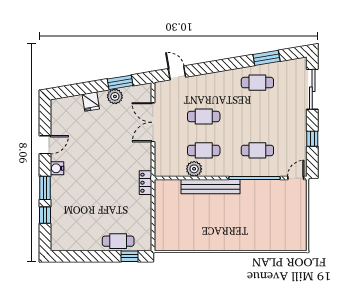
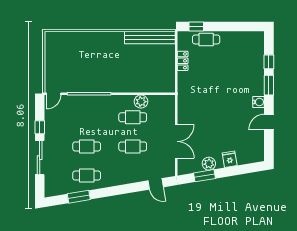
sliding door: (312, 89) -> (40, 158), moved
cafe table: (257, 150) -> (87, 146), moved
locker: (146, 183) -> (183, 61), moved
bench: (211, 187) -> (150, 37), moved

